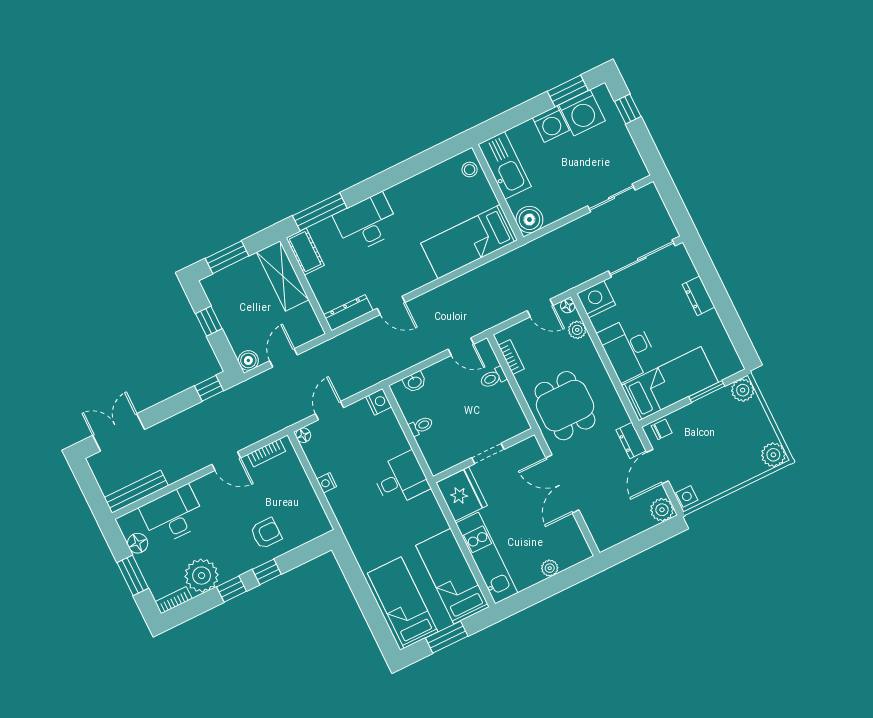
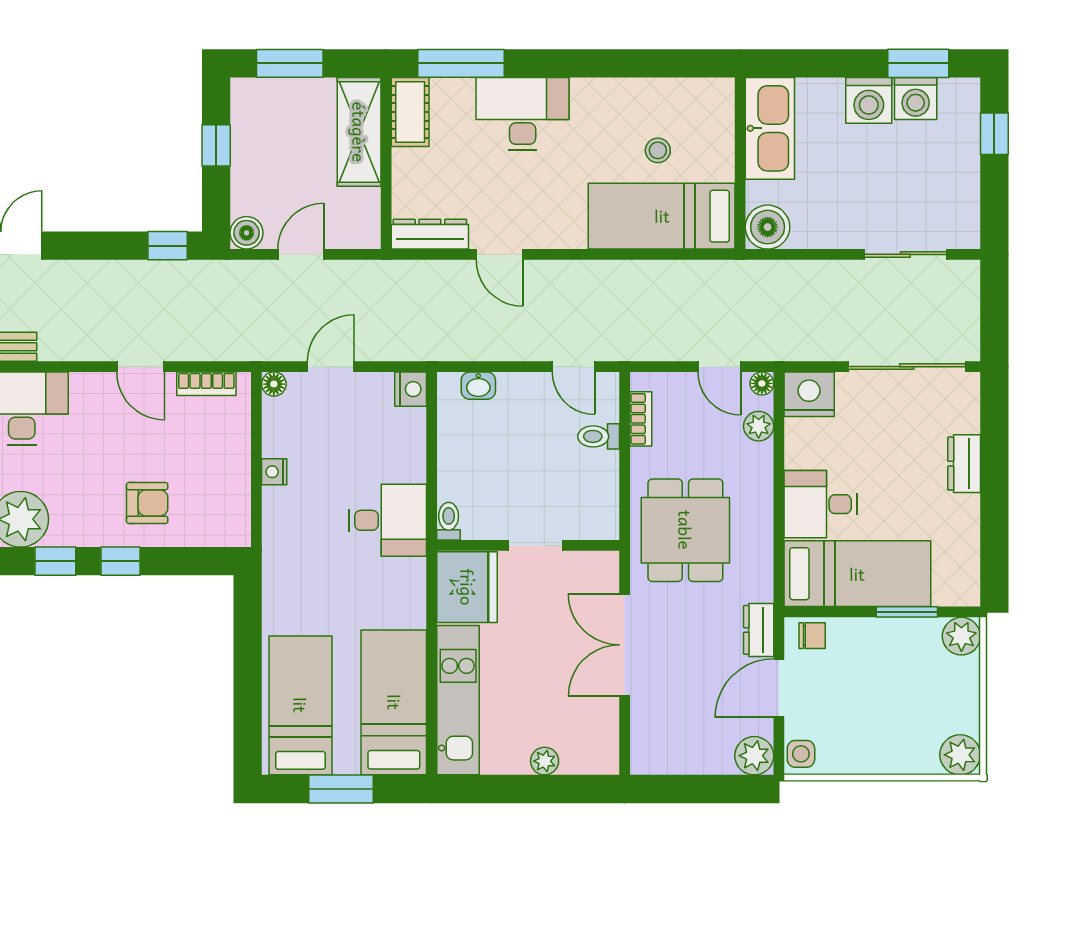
washing machine: (582, 113) -> (916, 98), width x0.73, depth x0.73
stool: (470, 170) -> (658, 150), moved
desk: (628, 349) -> (820, 504), width x0.73
toilet: (421, 426) -> (449, 521), moved, turned -90

